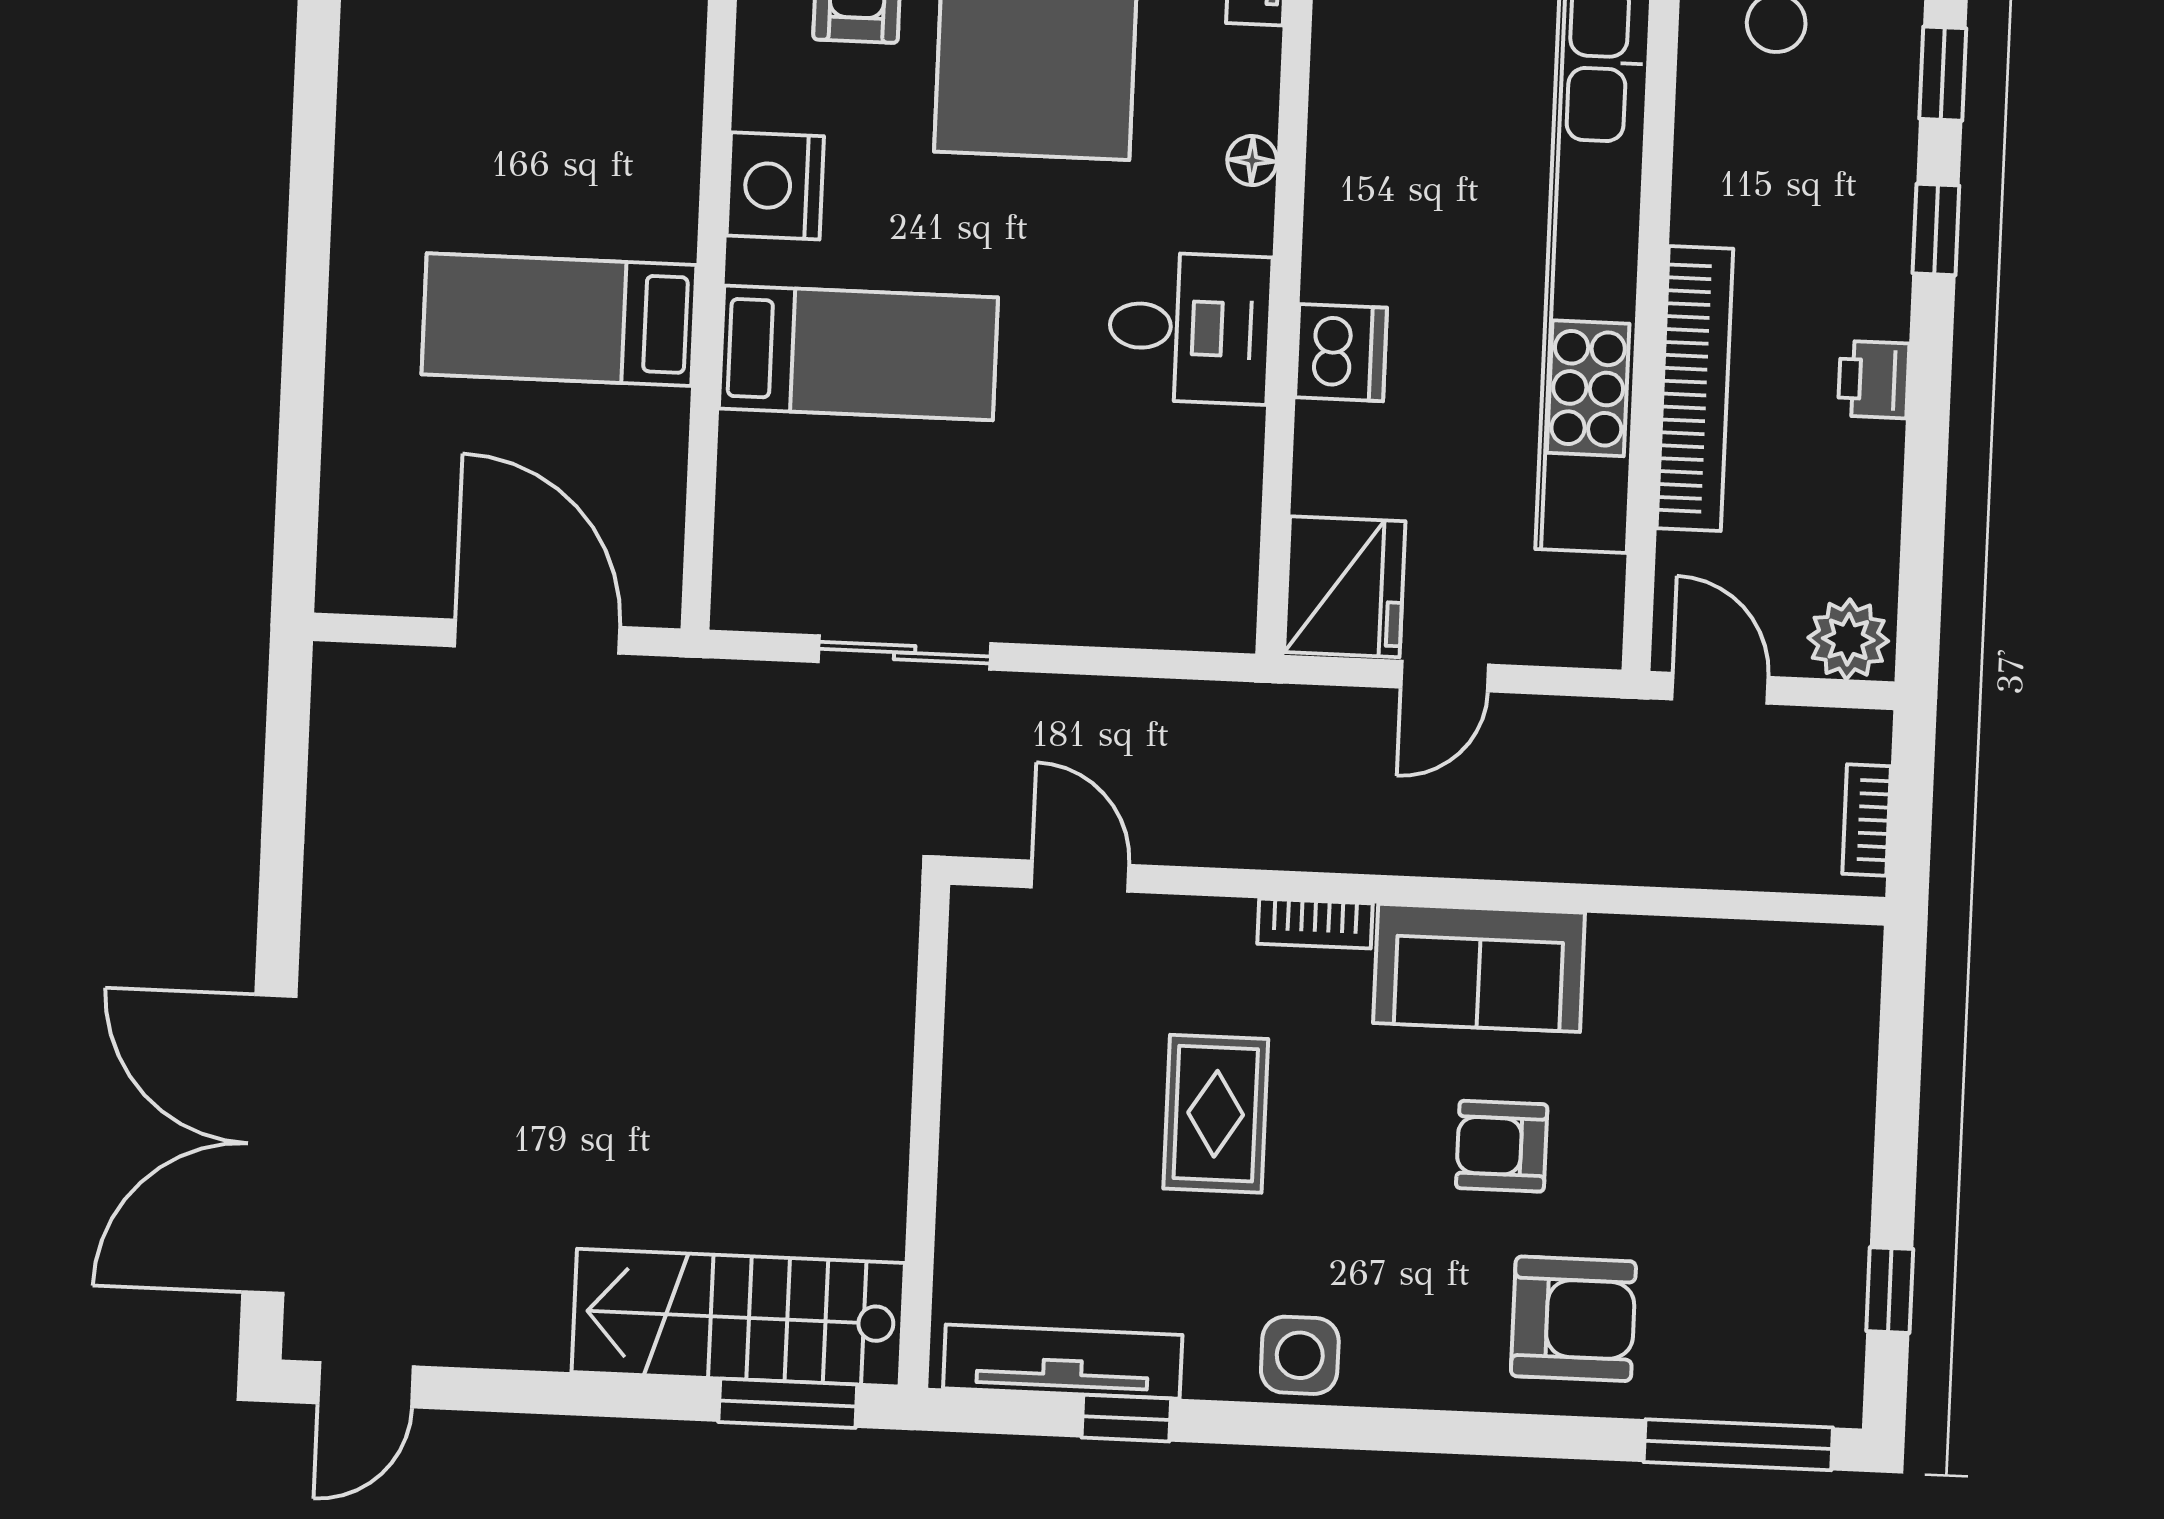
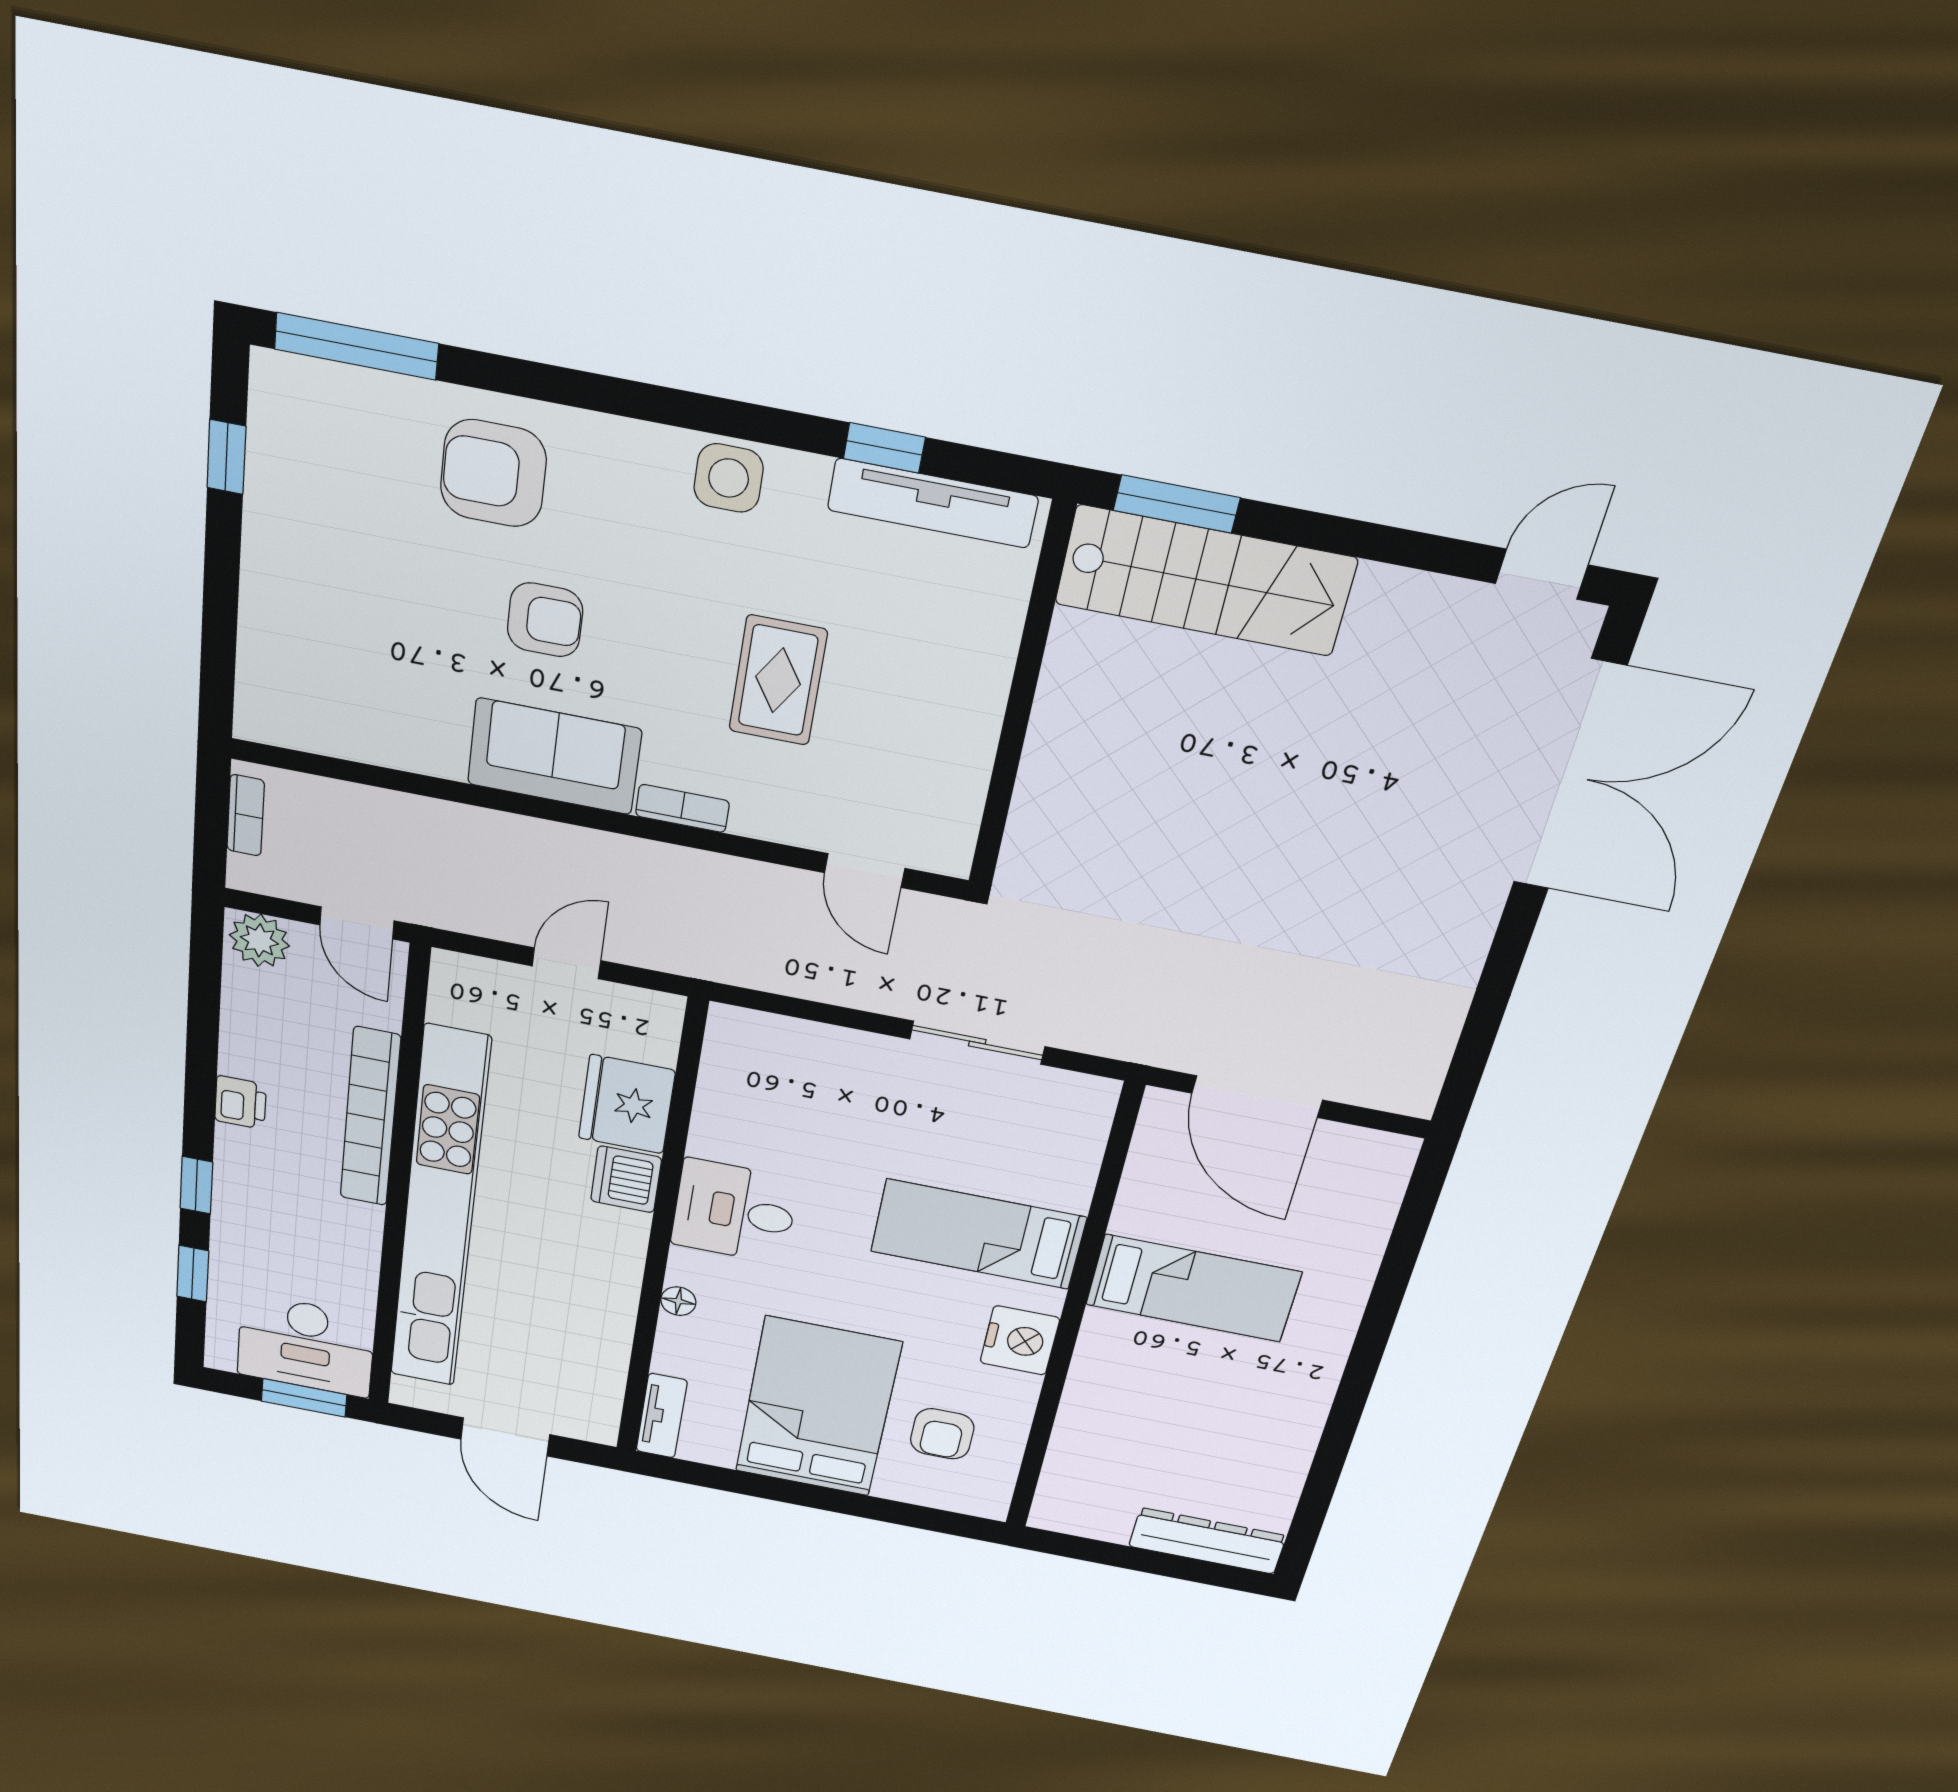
fridge: (1345, 587) -> (627, 1104), moved

